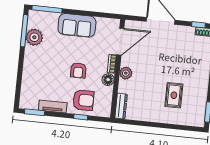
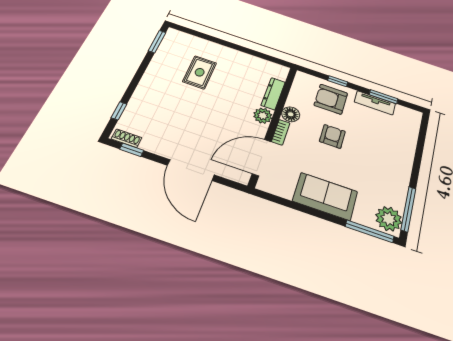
plant: (34, 37) -> (389, 219), moved
dresser: (121, 106) -> (273, 94), moved
window: (35, 112) -> (384, 97), moved

